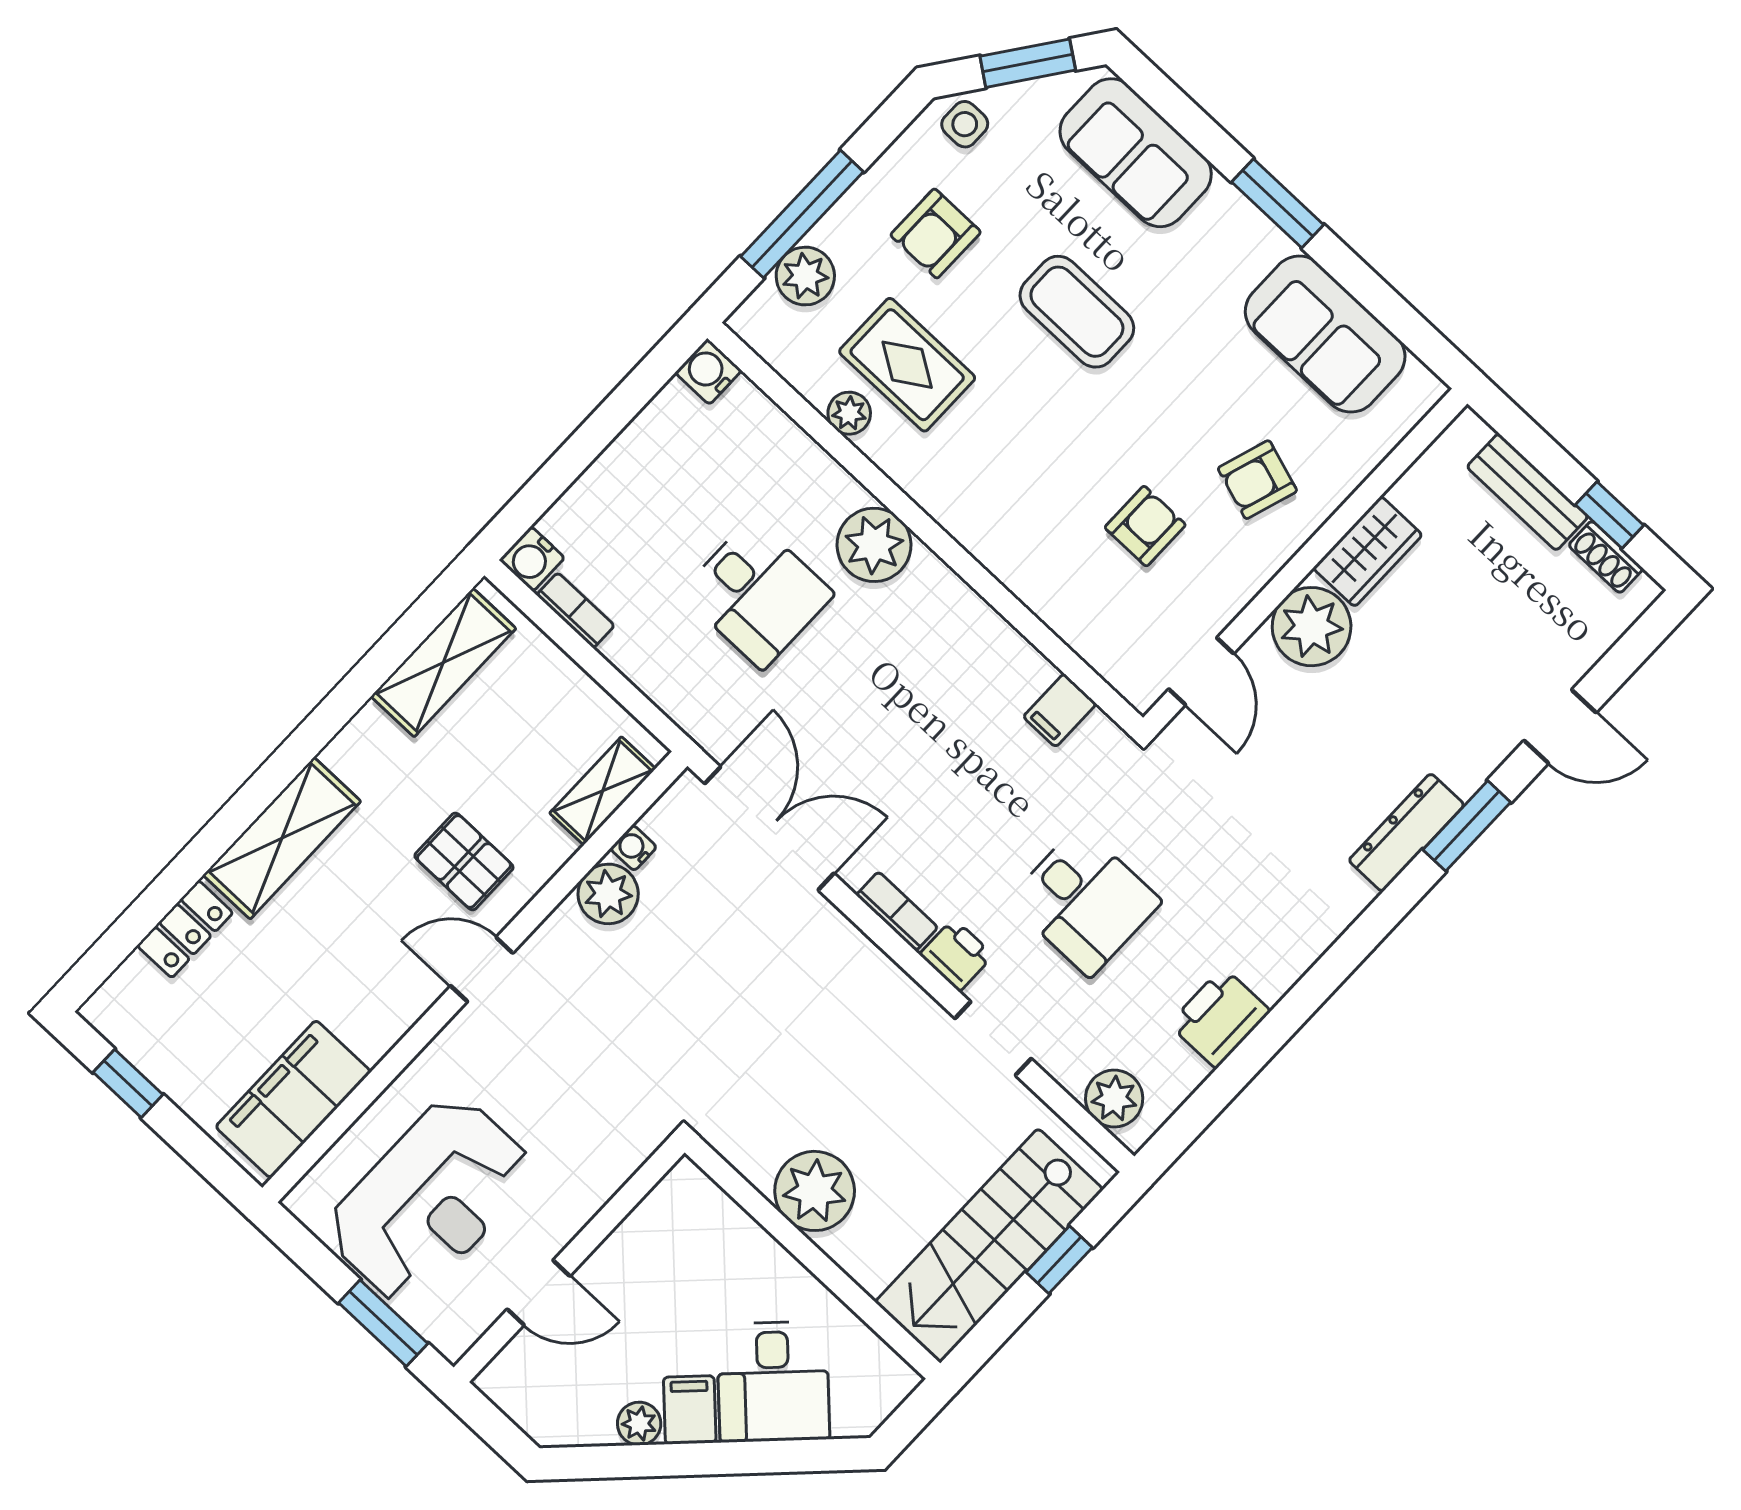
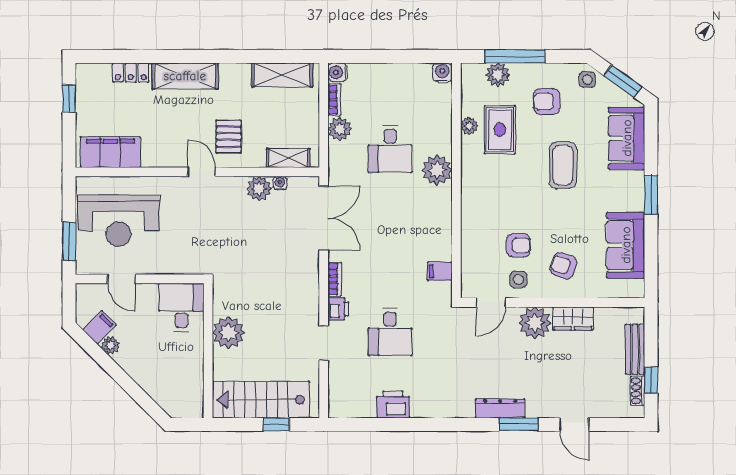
side table: (1207, 583) -> (519, 280), added
plant: (1114, 1099) -> (340, 129), moved
desk: (773, 1382) -> (181, 307), moved, turned 135
filing cabinet: (690, 1410) -> (99, 327), moved

